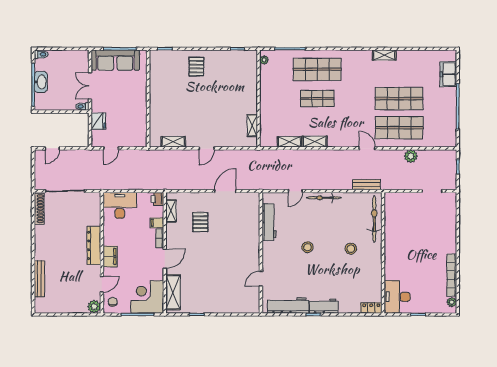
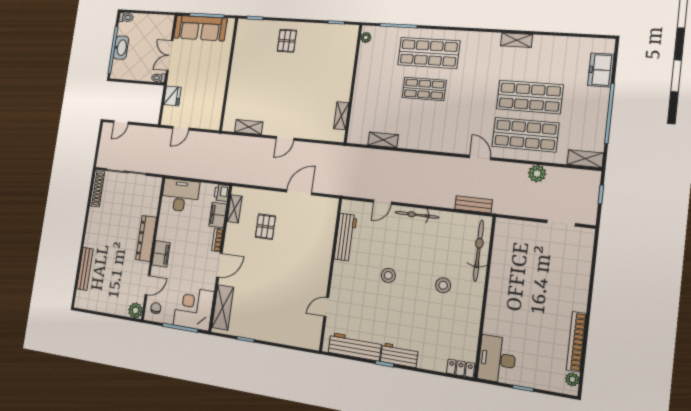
shelving: (315, 142) -> (585, 159), moved
filing cabinet: (157, 223) -> (218, 215), width x2.00

